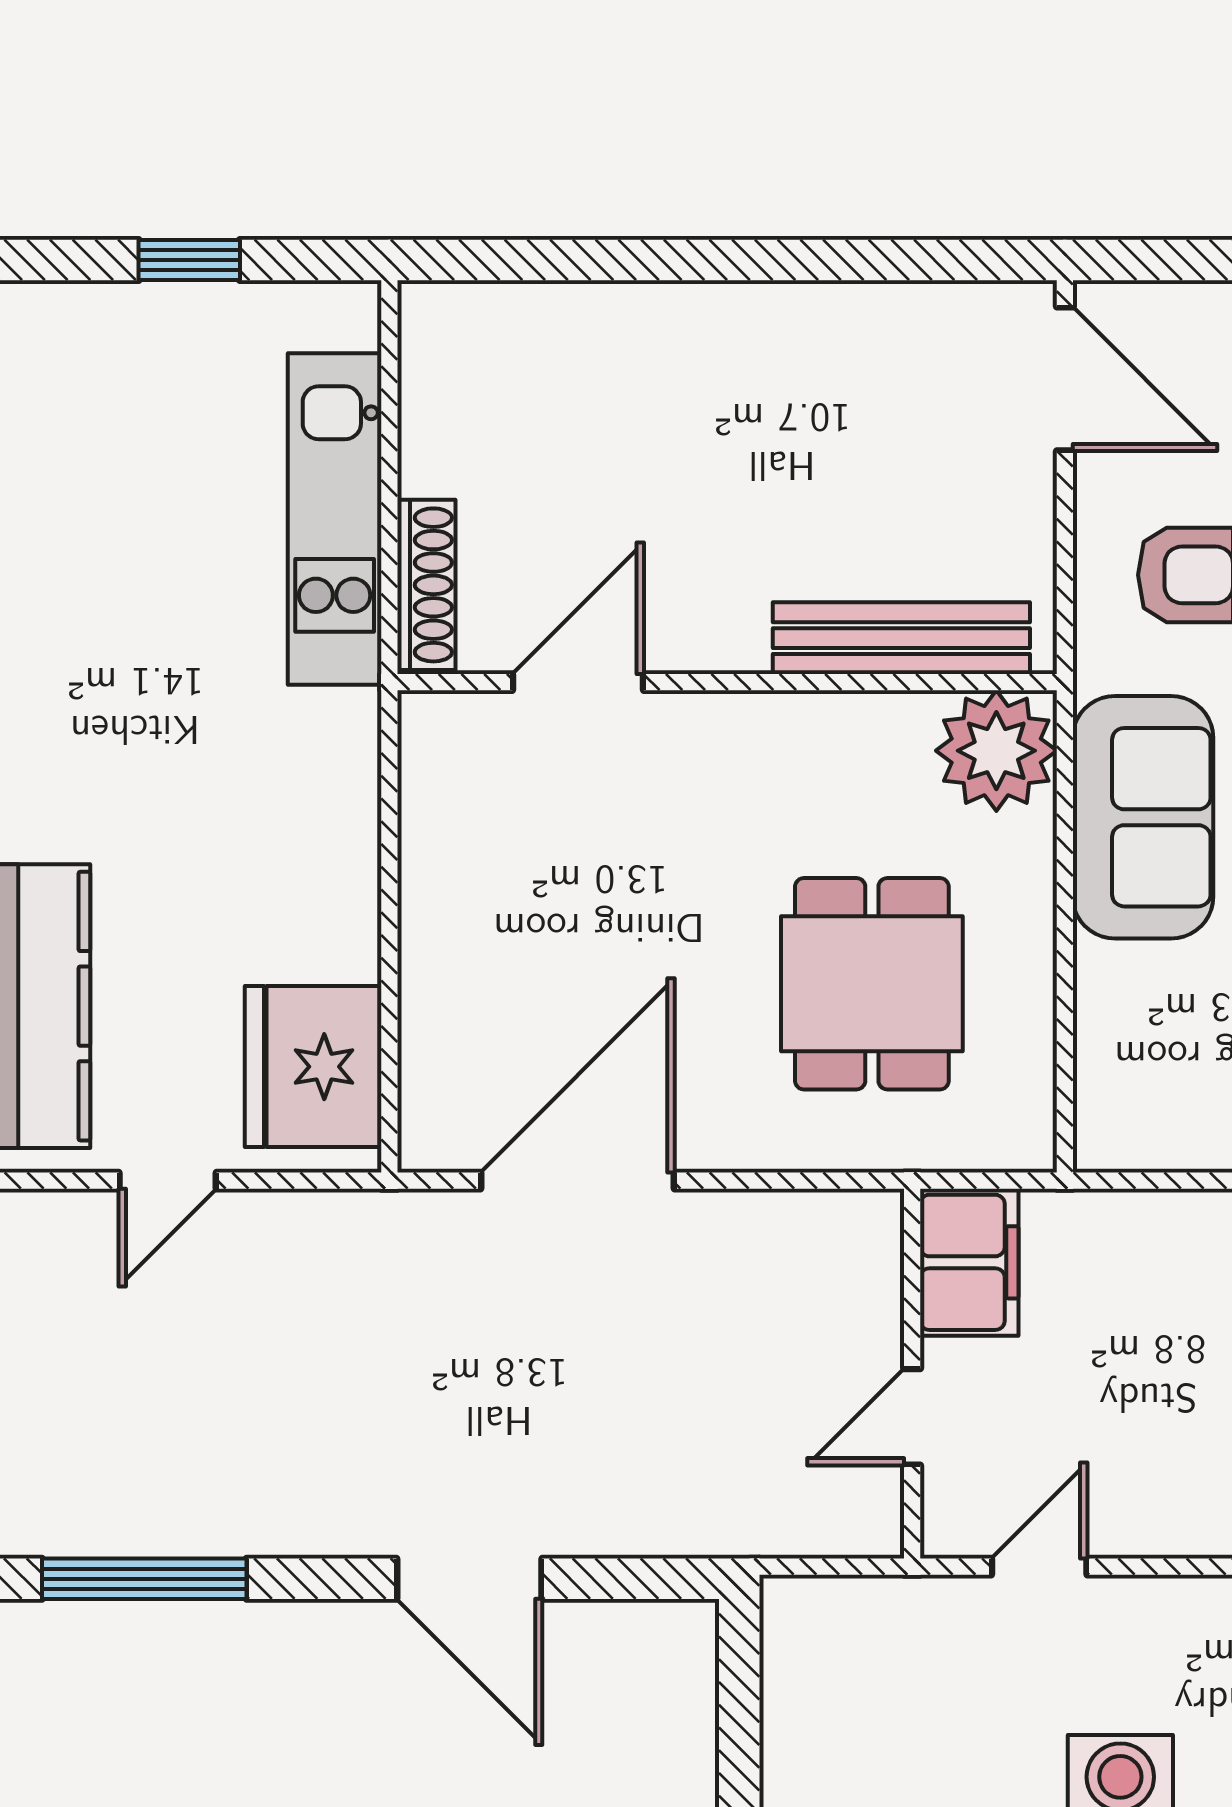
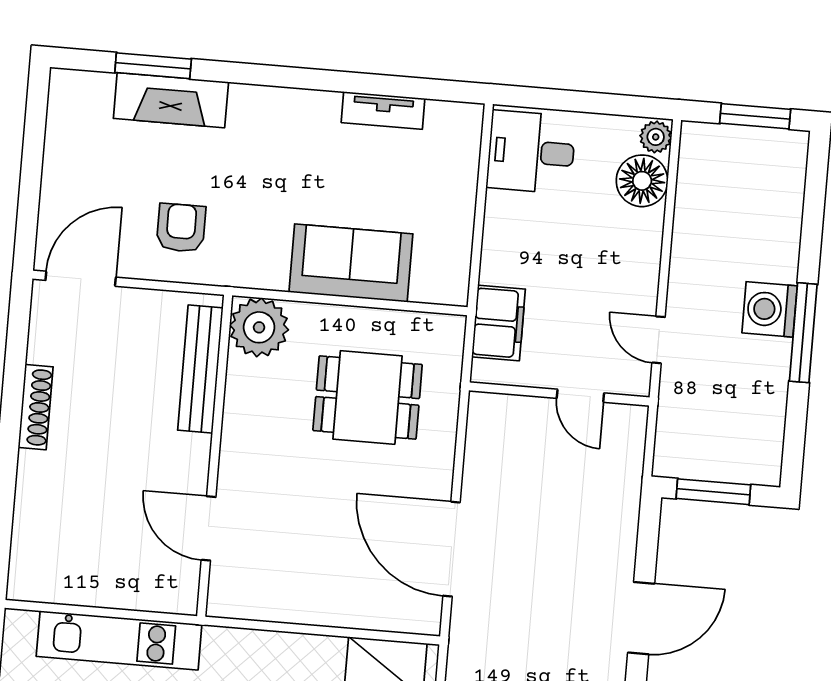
shoe rack: (426, 585) -> (36, 407), moved, turned 90
sofa: (1143, 817) -> (351, 263), moved
filing cabinet: (969, 1262) -> (499, 323), moved, turned 90
window: (739, 1704) -> (713, 492), added

